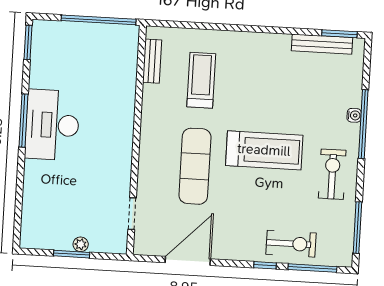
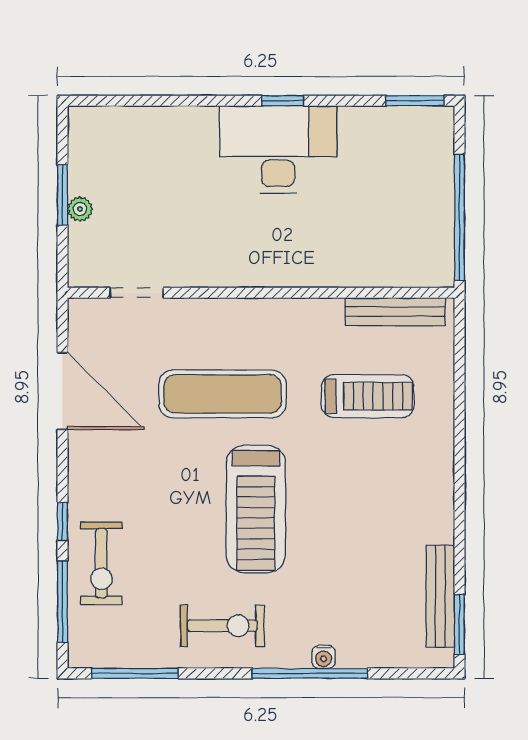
bench: (152, 61) -> (395, 312), width x1.36
window: (23, 121) -> (283, 101), width x0.46

